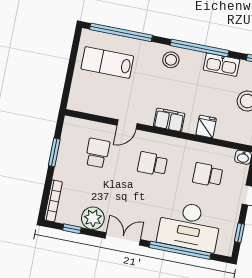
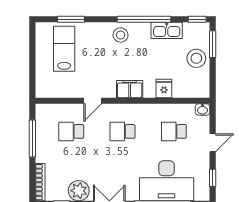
window: (121, 32) -> (71, 19), width x0.47
lab bench: (107, 63) -> (64, 49), turned 90
window: (54, 152) -> (32, 139), width x1.44
school desk: (97, 153) -> (71, 131), turned -90

